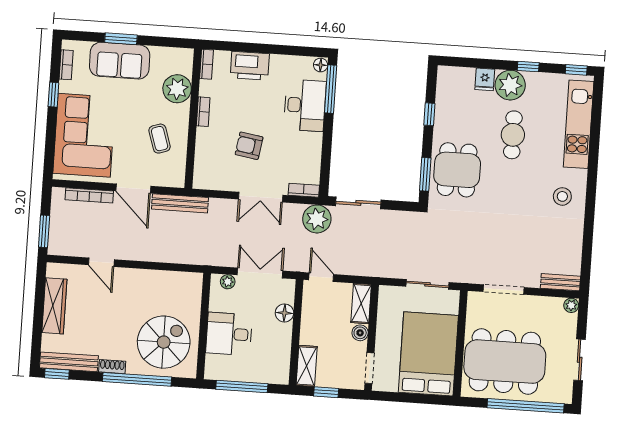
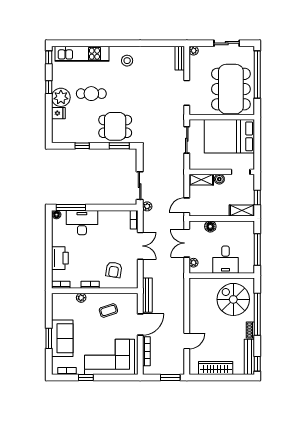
plant: (177, 89) -> (81, 298), width x0.53, depth x0.53
armchair: (249, 146) -> (114, 270), moved
plant: (317, 219) -> (147, 206), width x0.53, depth x0.53

